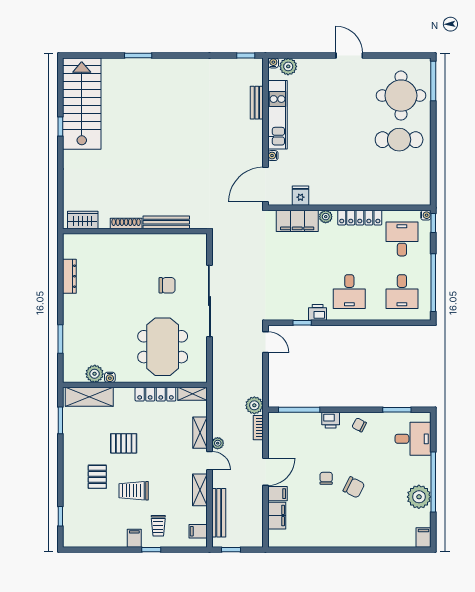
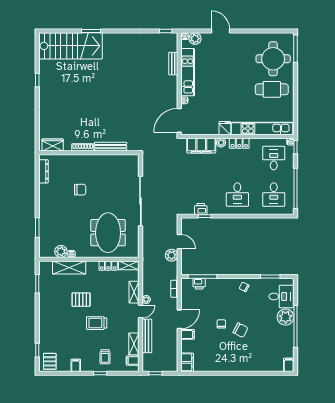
door: (349, 56) -> (220, 31), moved
stairs: (82, 104) -> (71, 46), moved, turned 90
fridge: (300, 196) -> (225, 128), moved
kitchen unit: (385, 196) -> (262, 129), added
locker: (360, 218) -> (239, 143), width x0.66
dresser: (69, 276) -> (43, 171), moved
chair: (167, 285) -> (80, 190), moved
printer: (318, 312) -> (201, 209), moved
door: (265, 342) -> (179, 242), moved
locker: (155, 394) -> (108, 266), width x0.66
shelving: (89, 397) -> (69, 267), moved
plant: (254, 405) -> (172, 255), moved
printer: (331, 420) -> (199, 284), moved
door: (209, 461) -> (140, 312), hinge flipped
pallet: (97, 477) -> (50, 361), moved
shelving: (200, 490) -> (134, 344), moved
trolley: (134, 491) -> (97, 323), moved
plant: (419, 497) -> (286, 317), moved
bench: (219, 513) -> (147, 336), moved
filing cabinet: (277, 516) -> (187, 362), moved
filing cabinet: (134, 538) -> (76, 365), moved

